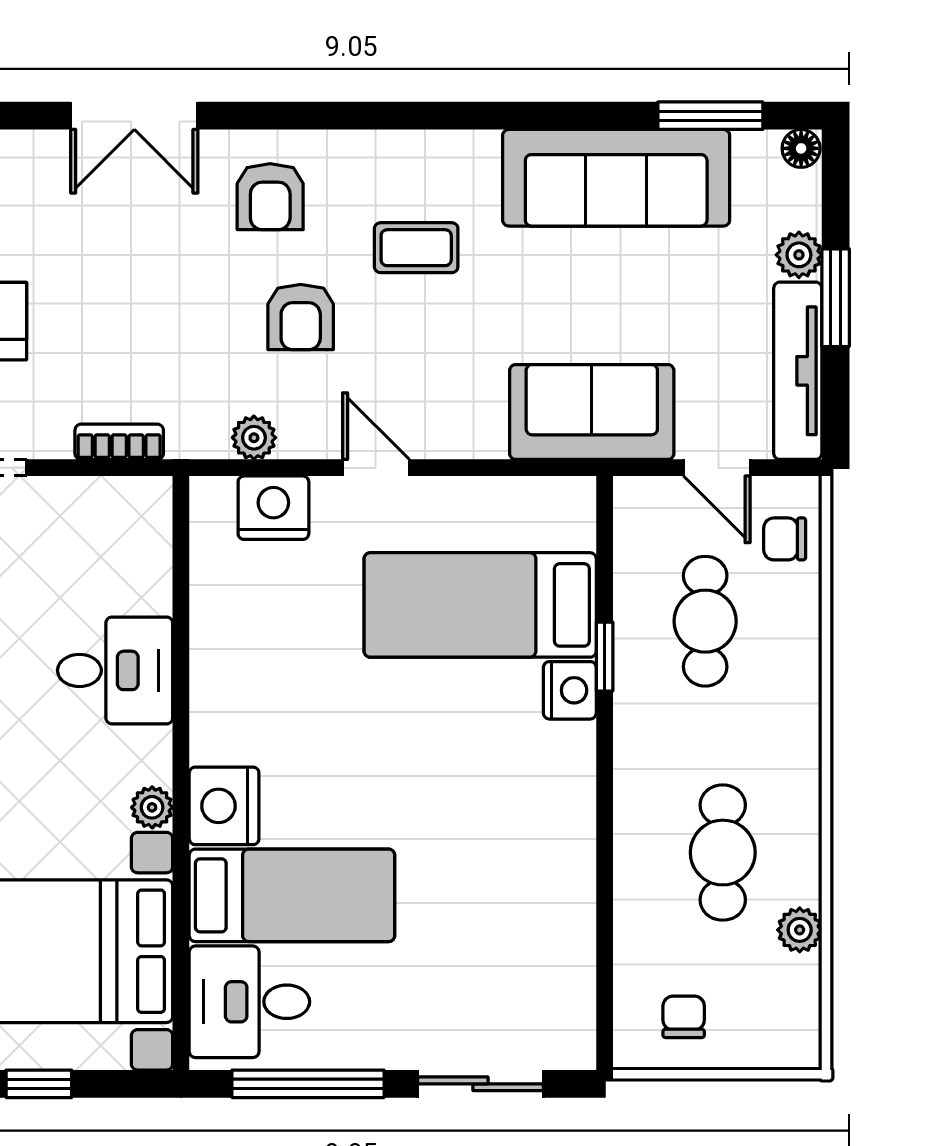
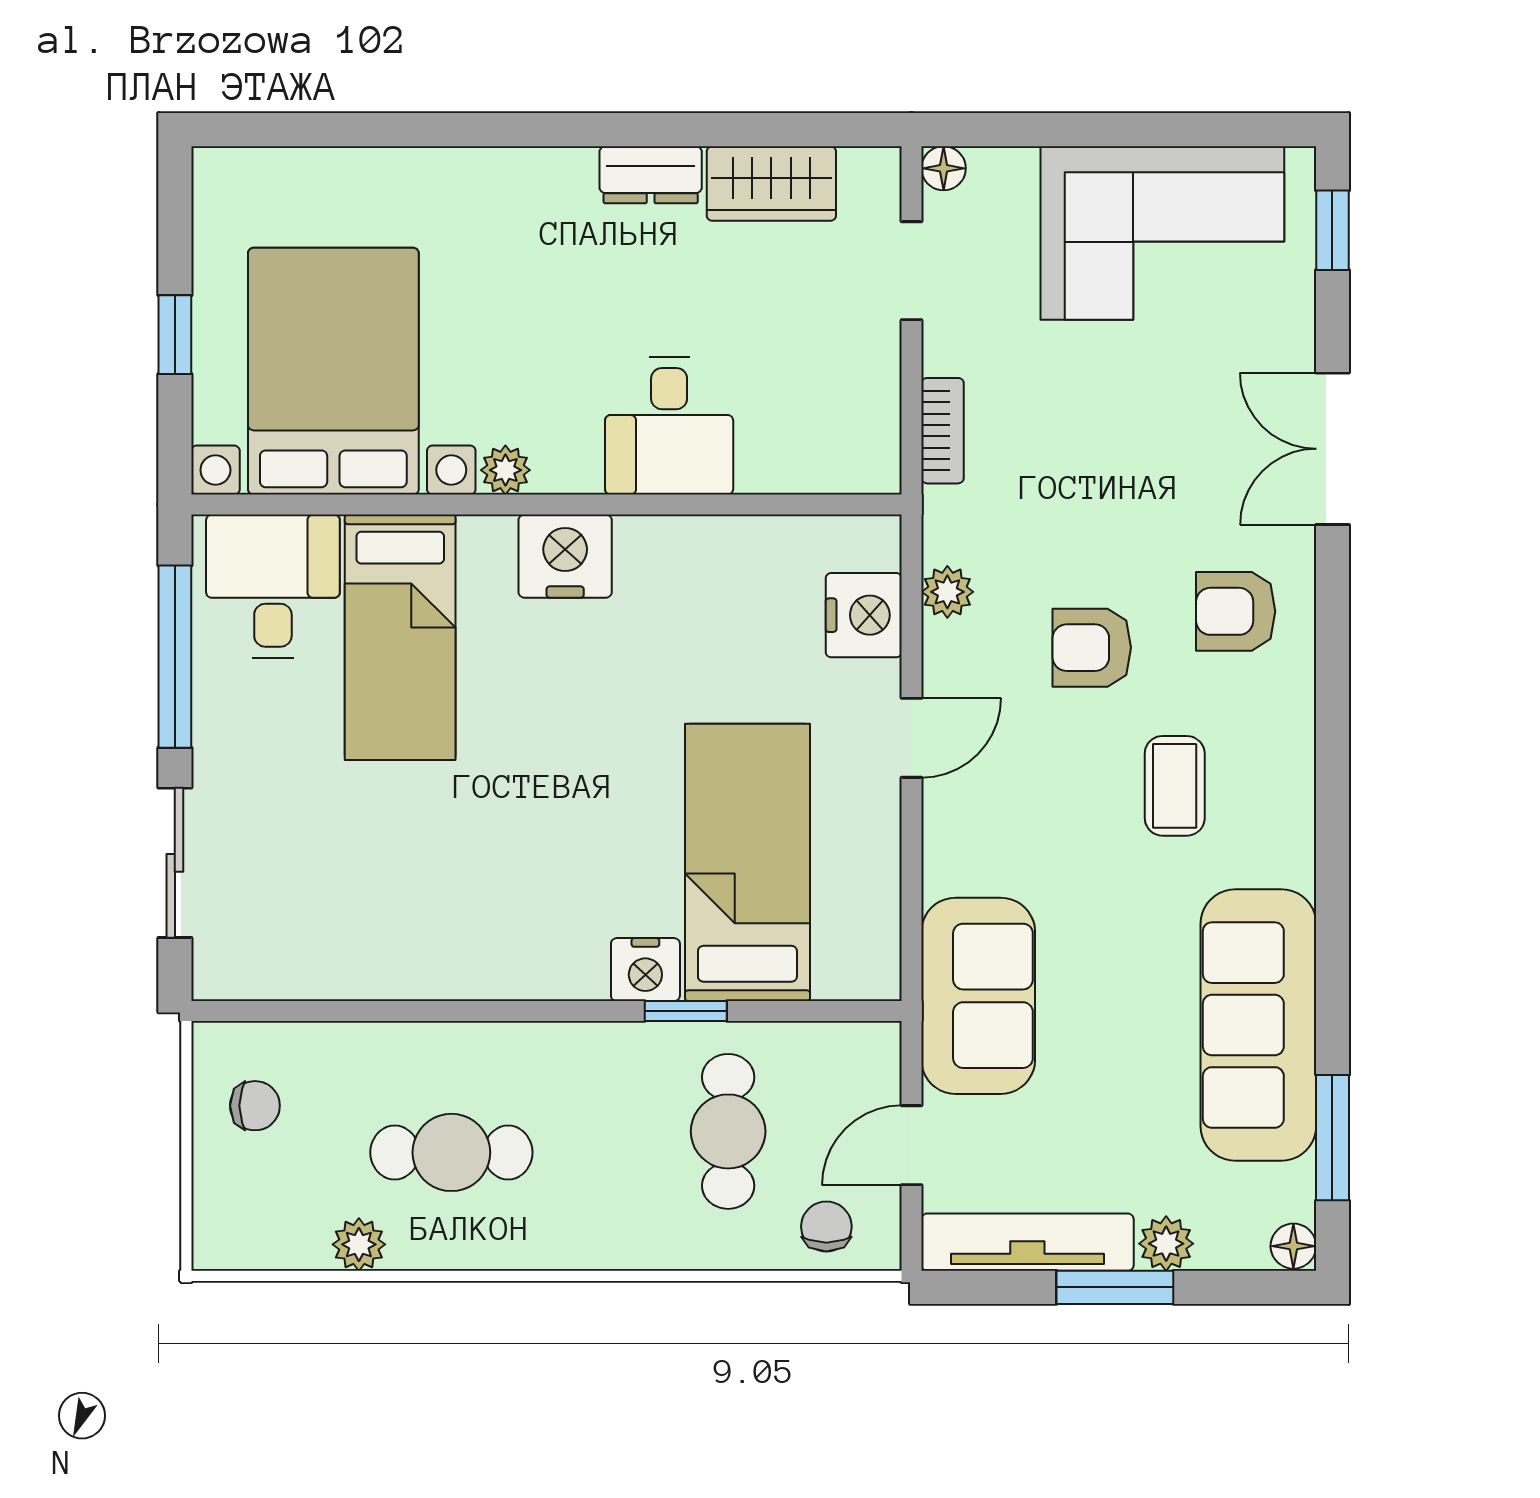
cafe table: (705, 621) -> (728, 1131), turned 90
nightstand: (224, 806) -> (565, 556), moved

